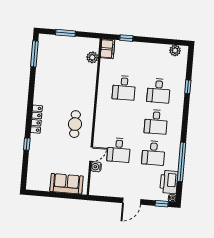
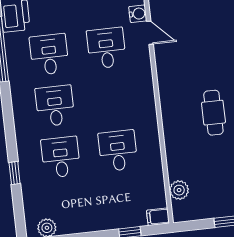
filing cabinet: (108, 49) -> (158, 217), width x0.50
cafe table: (75, 124) -> (213, 113), moved
door: (91, 154) -> (150, 33), swing flipped

